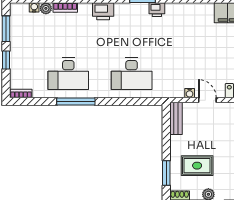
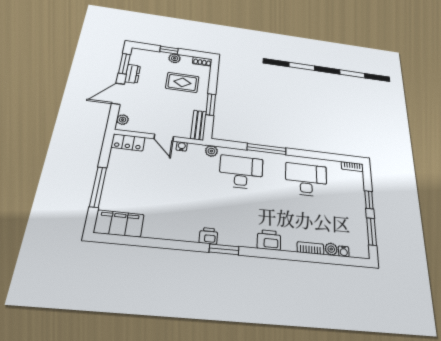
plant: (161, 92) -> (211, 151), added
window: (76, 101) -> (267, 149), moved
window: (166, 173) -> (211, 105), moved

